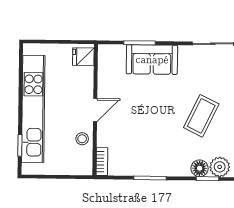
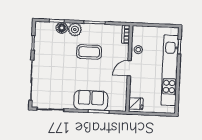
coffee table: (201, 116) -> (89, 52), moved, turned 64
plant: (220, 167) -> (75, 29), moved

